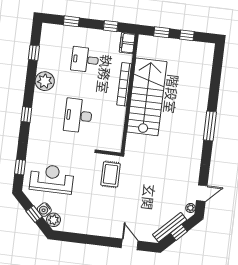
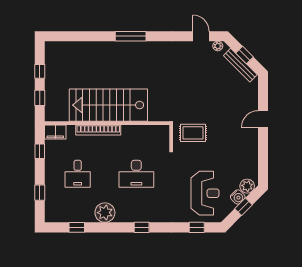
reception desk: (52, 179) -> (205, 193), turned 180
door: (130, 244) -> (263, 119), moved

